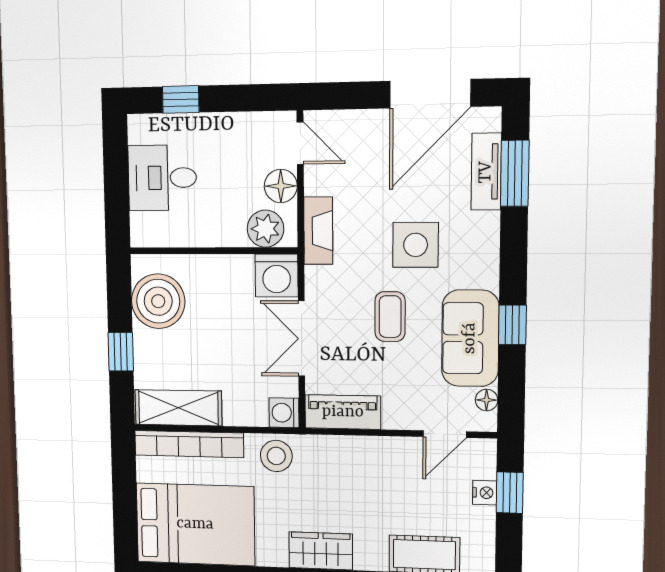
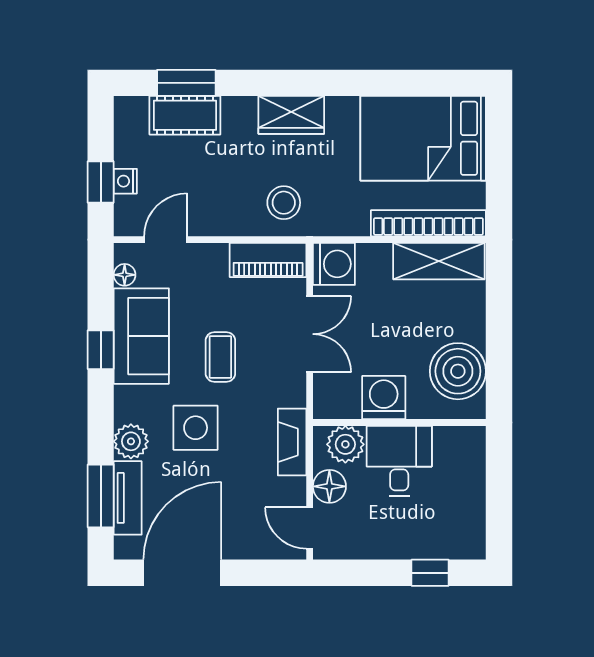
desk: (162, 178) -> (399, 461), moved, turned -90
plant: (482, 231) -> (131, 441), added
washing machine: (277, 275) -> (384, 398), moved
window: (121, 352) -> (499, 319), removed
washing machine: (284, 413) -> (334, 264), width x1.38, depth x1.38
stool: (276, 456) -> (284, 203), moved

